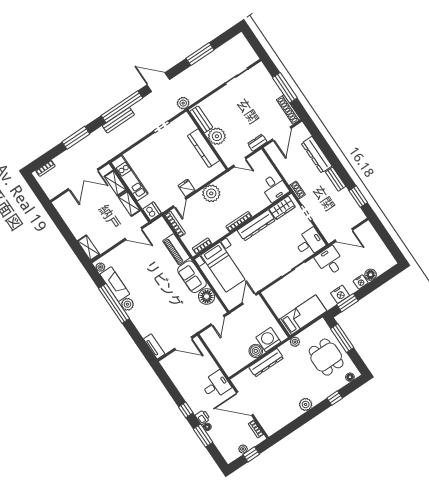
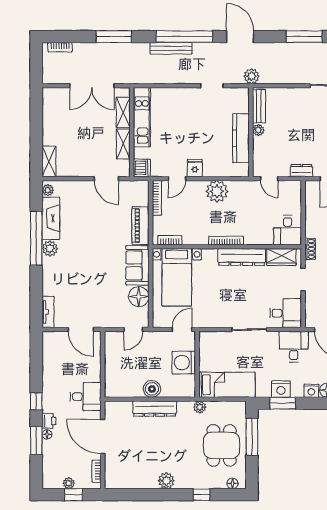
plant: (217, 136) -> (258, 130), width x0.53, depth x0.53
washing machine: (268, 340) -> (184, 363), moved, turned -90

